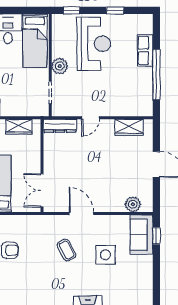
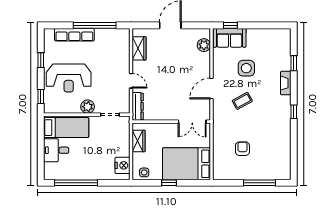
reception desk: (94, 44) -> (69, 78), turned 180
row of seats: (145, 50) -> (74, 35), width x1.48

